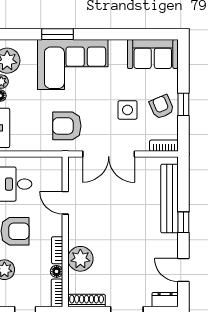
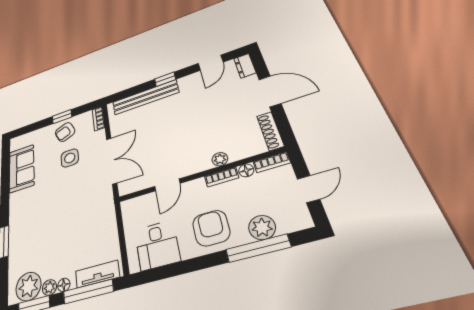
sofa: (153, 54) -> (22, 168), moved
corner sofa: (73, 64) -> (31, 219), removed
armchair: (67, 126) -> (89, 207), removed
plant: (80, 259) -> (220, 159), width x0.53, depth x0.53

